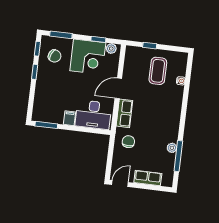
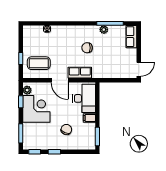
chair: (55, 56) -> (66, 130), moved
coffee table: (158, 71) -> (39, 63), moved
chair: (128, 142) -> (87, 48), moved
row of seats: (148, 178) -> (131, 37), moved
door: (120, 183) -> (139, 69), swing flipped

